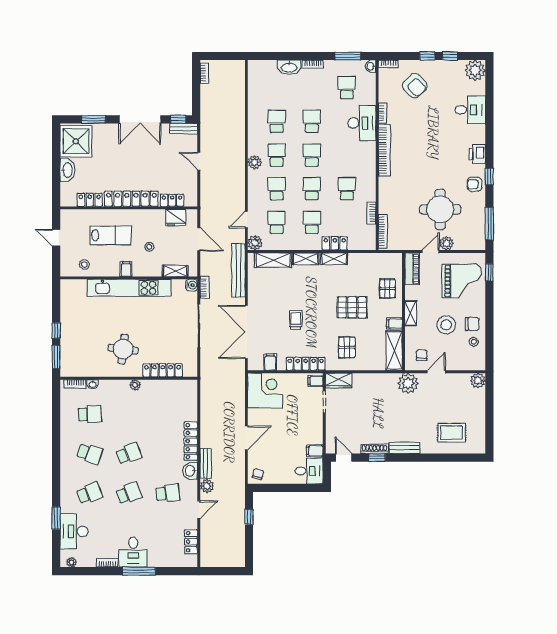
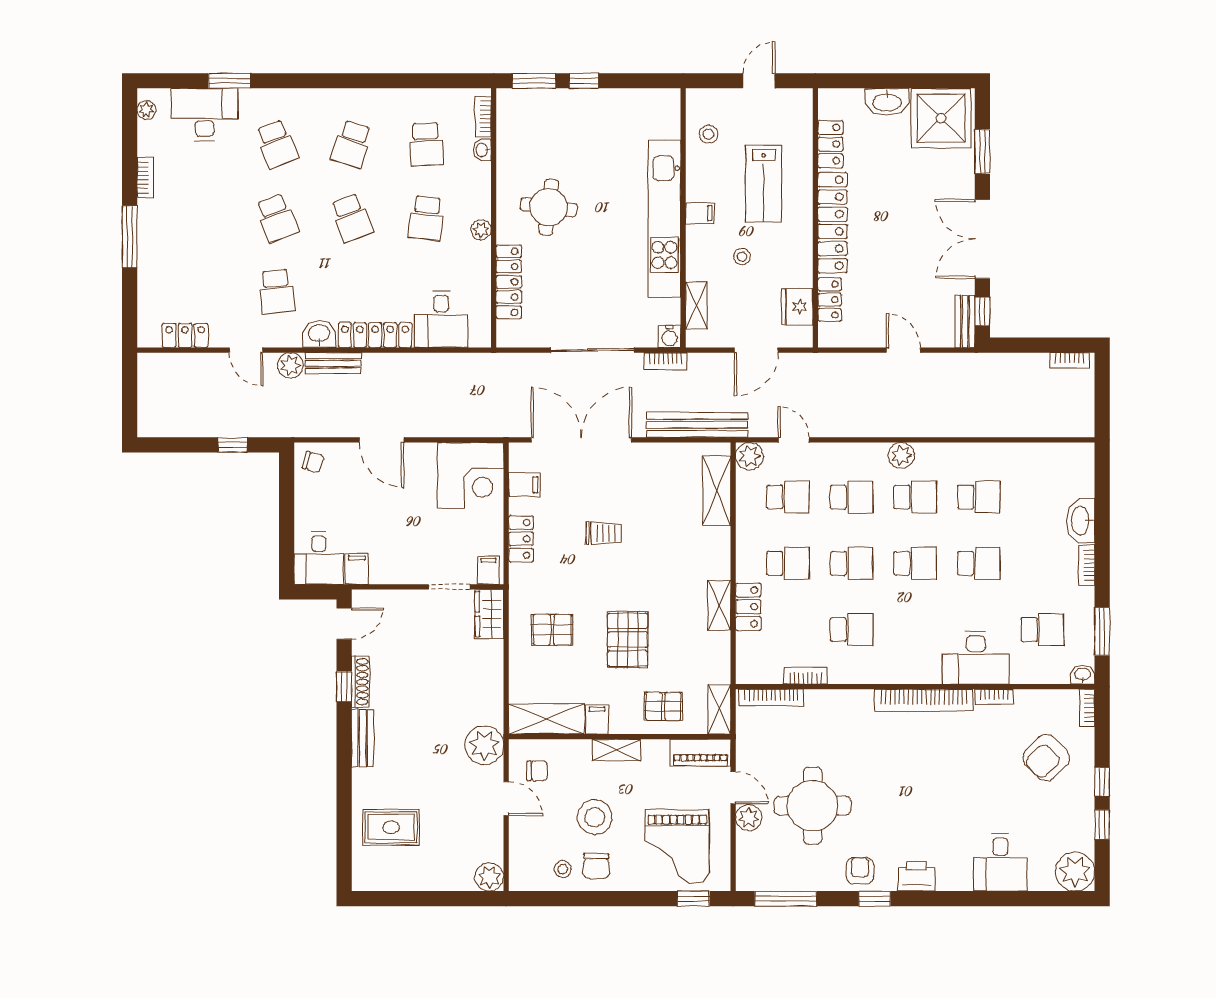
door: (199, 161) -> (903, 350), hinge flipped
shelving: (306, 259) -> (719, 709), moved
locker: (306, 364) -> (521, 539), width x0.66
school desk: (129, 414) -> (426, 218), added
rug: (452, 433) -> (391, 827), turned 90
desk: (133, 552) -> (441, 319), moved, turned -90

